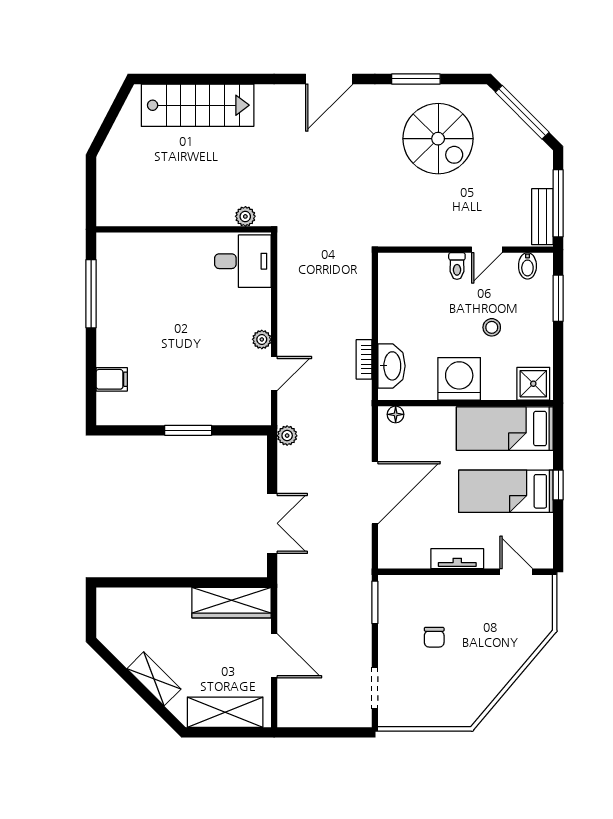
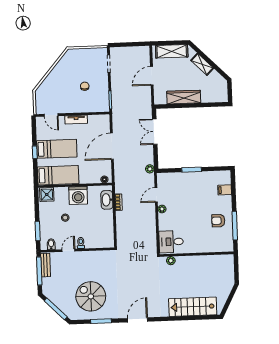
armchair: (129, 307) -> (218, 221), added
wardrobe: (231, 603) -> (184, 97), moved
door: (274, 656) -> (152, 76), hinge flipped

